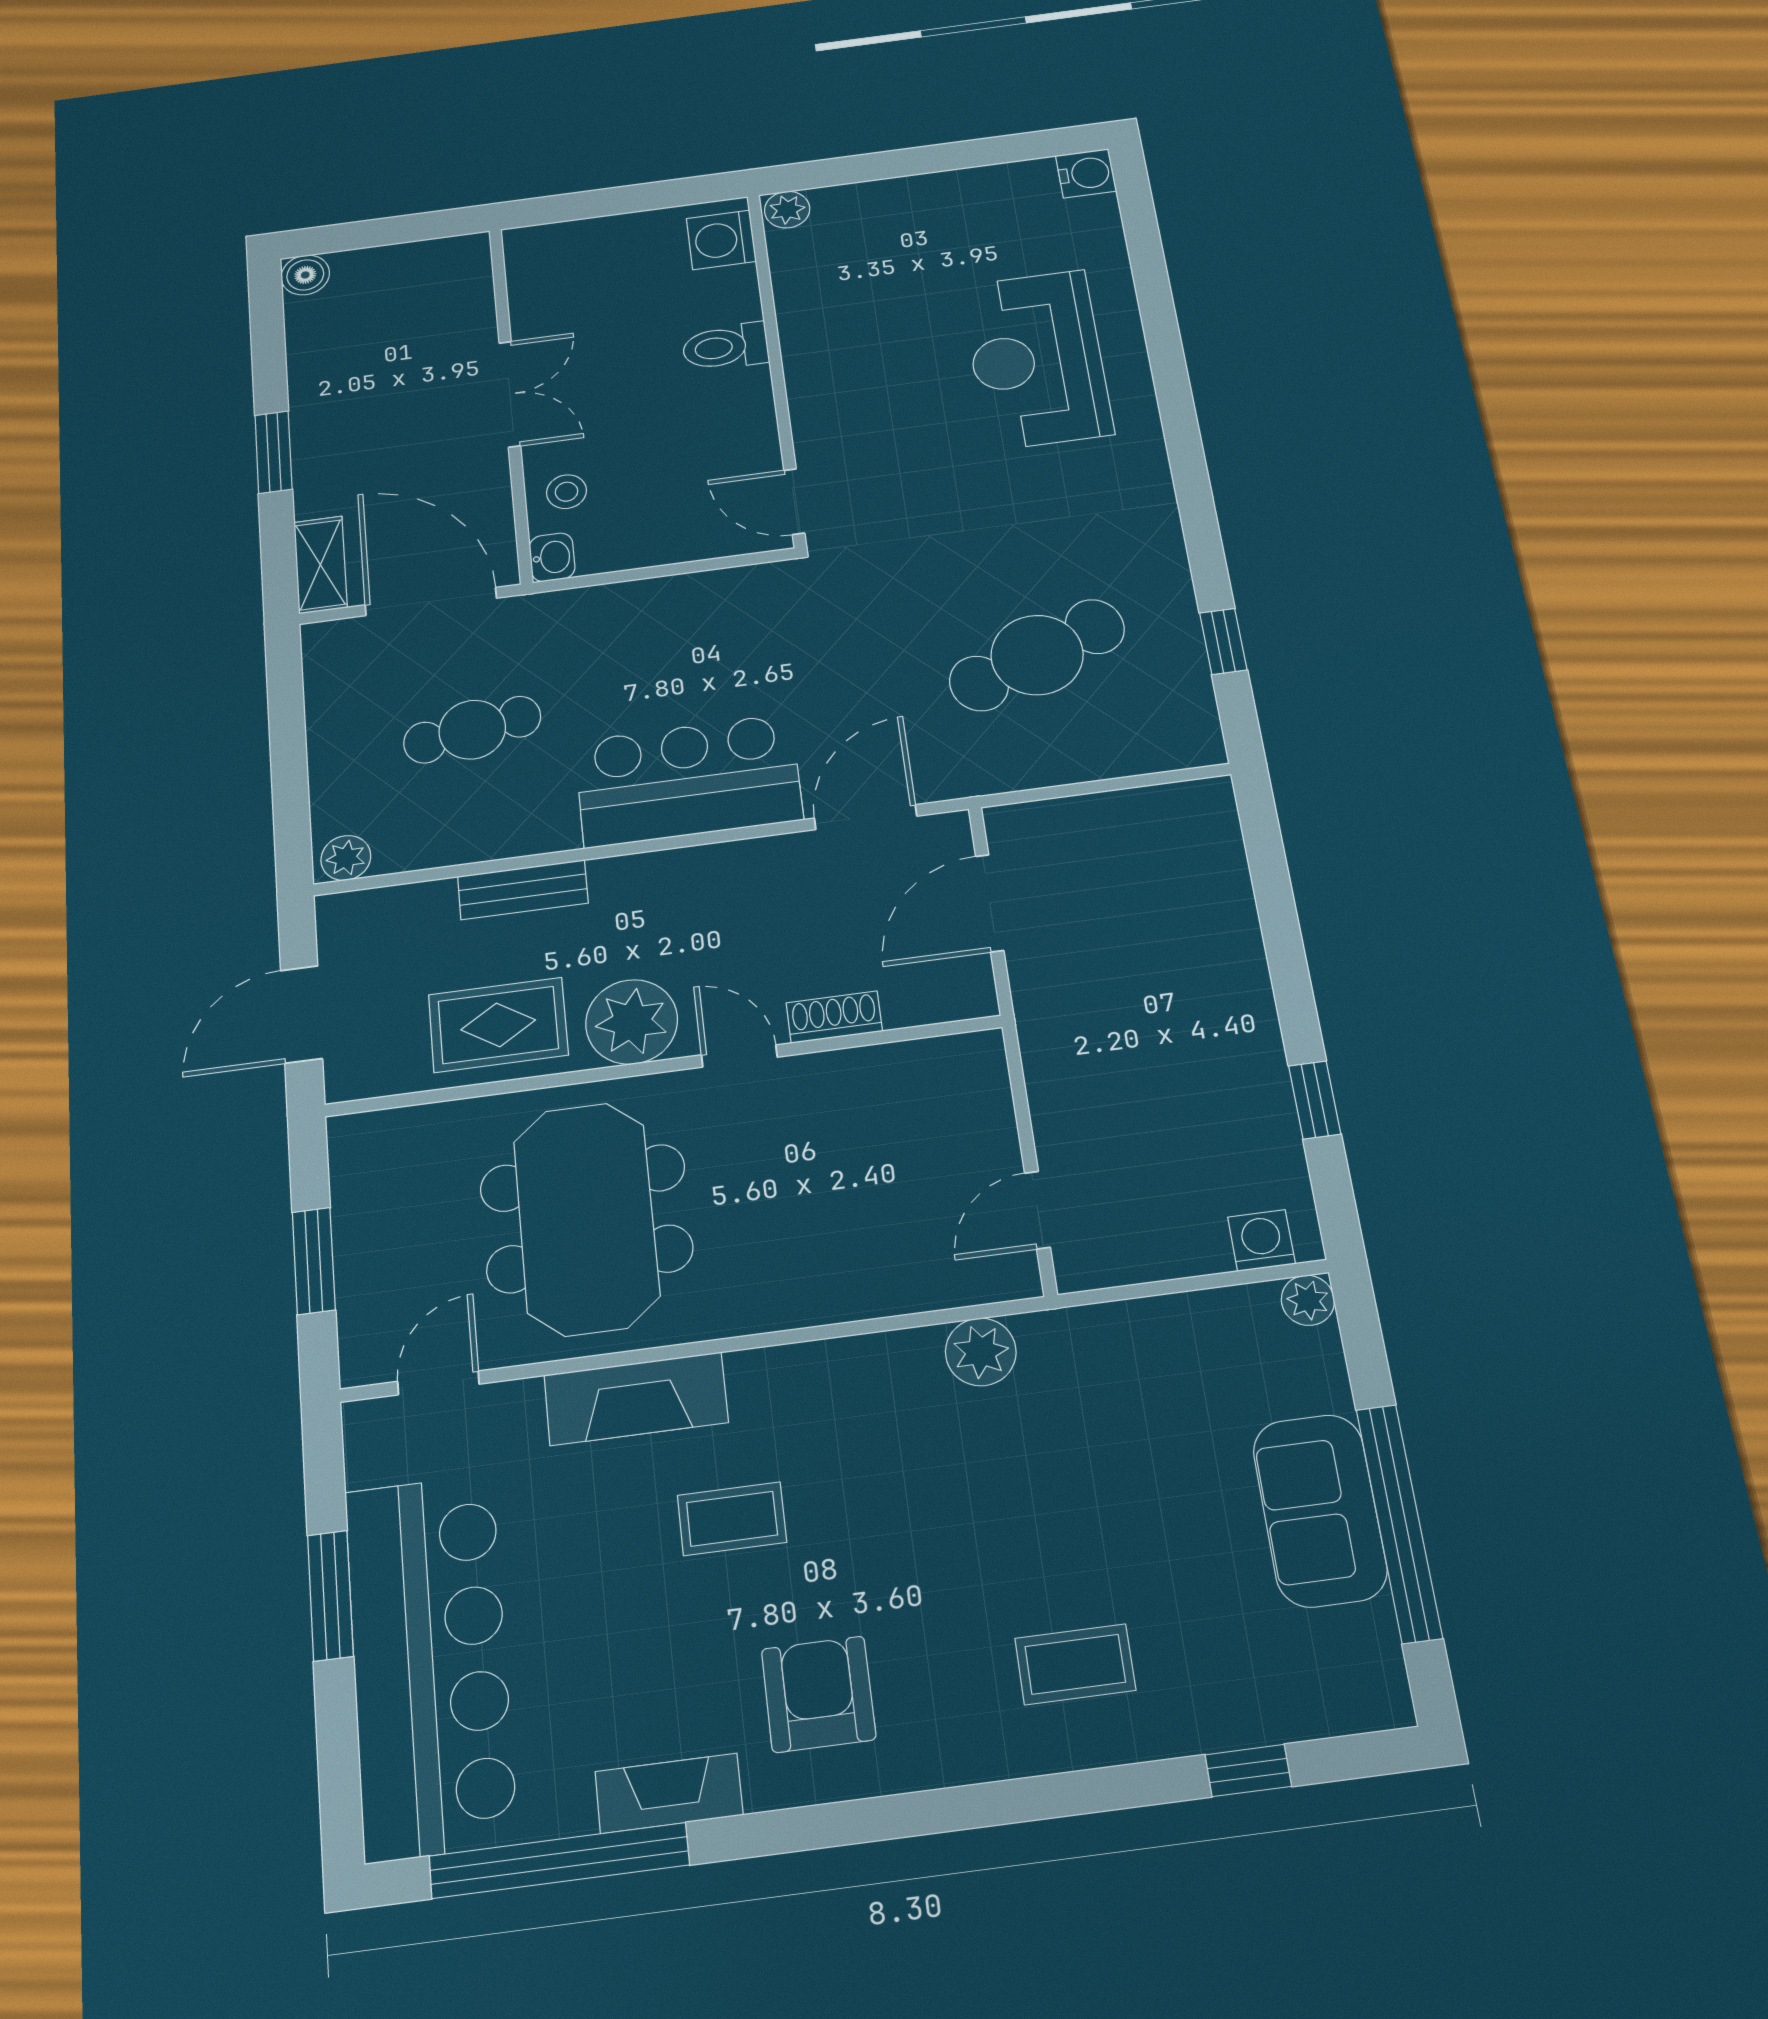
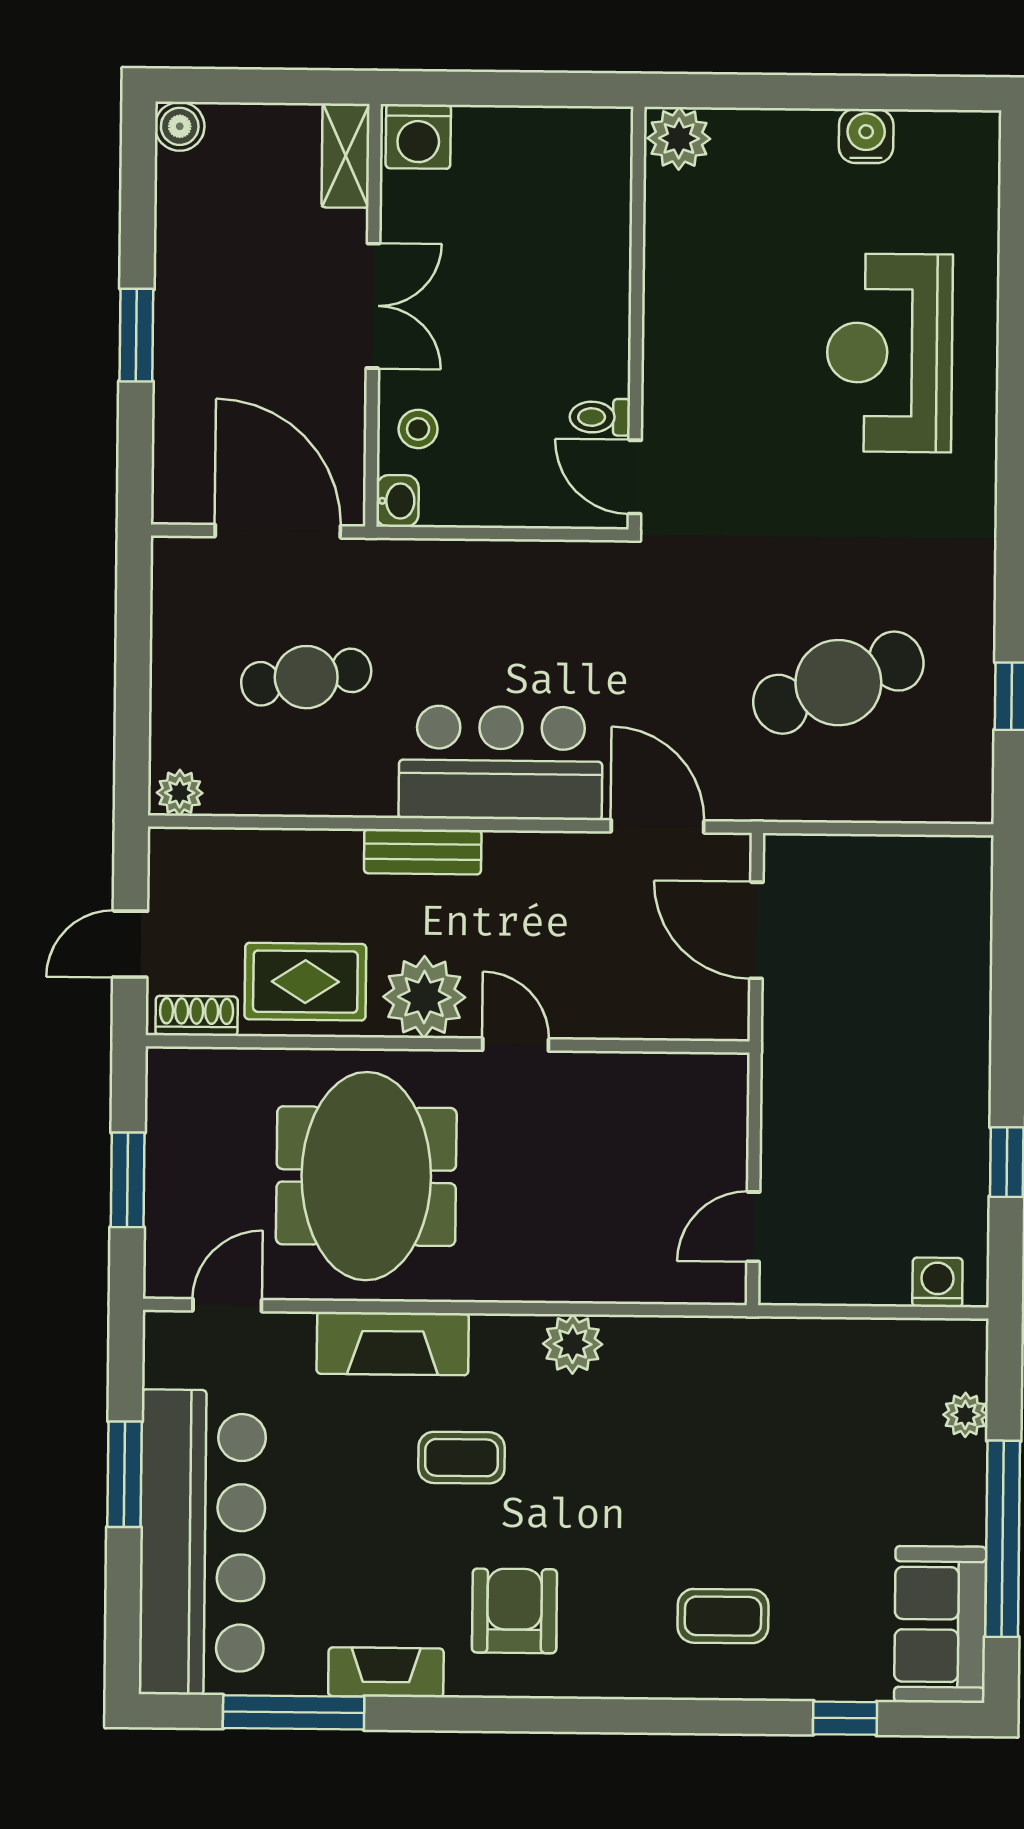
water cooler: (1086, 173) -> (866, 136), moved, turned -90
plant: (787, 210) -> (679, 138), width x1.38, depth x1.38
washing machine: (721, 240) -> (418, 136), moved, turned -90
toilet: (725, 347) -> (600, 417), moved, width x0.73, depth x0.72
shelving: (320, 565) -> (346, 156), moved
door: (866, 817) -> (657, 826), hinge flipped
bench: (523, 890) -> (423, 852), moved
door: (990, 903) -> (756, 930), hinge flipped
door: (301, 1014) -> (130, 944), width x0.73
shoe rack: (834, 1017) -> (197, 1016), moved
plant: (1308, 1300) -> (965, 1415), moved
plant: (981, 1352) -> (573, 1344), moved
sofa: (1320, 1510) -> (940, 1624), moved
window: (559, 1861) -> (294, 1712), width x0.68

